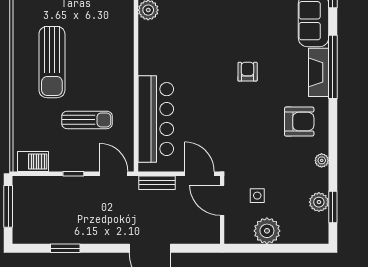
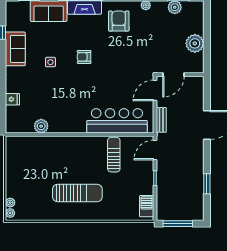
sun lounger: (87, 120) -> (114, 155), moved
side table: (257, 196) -> (50, 62), moved

